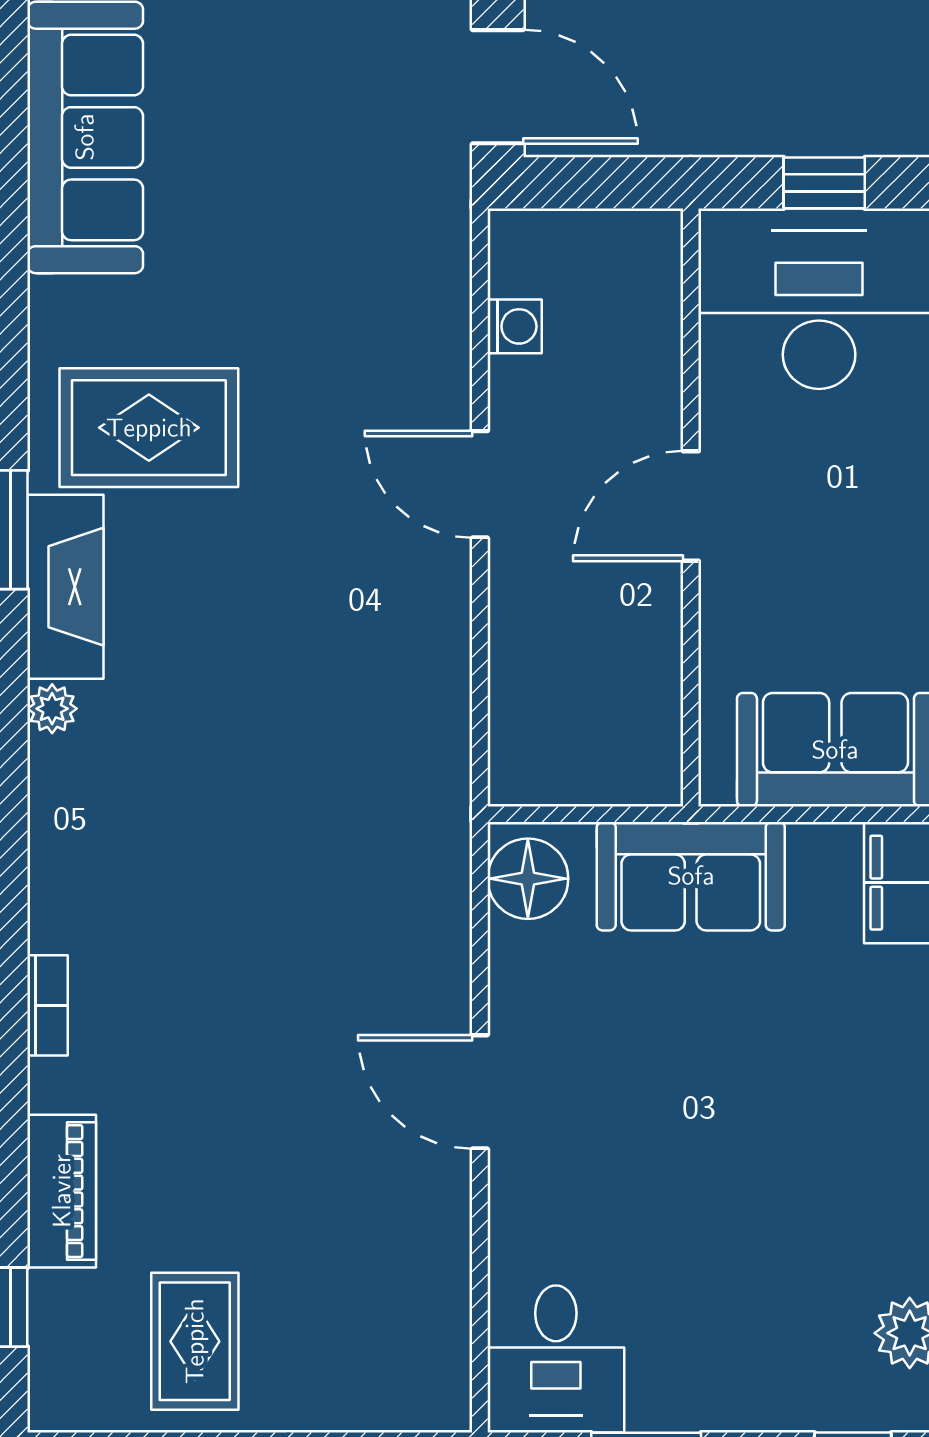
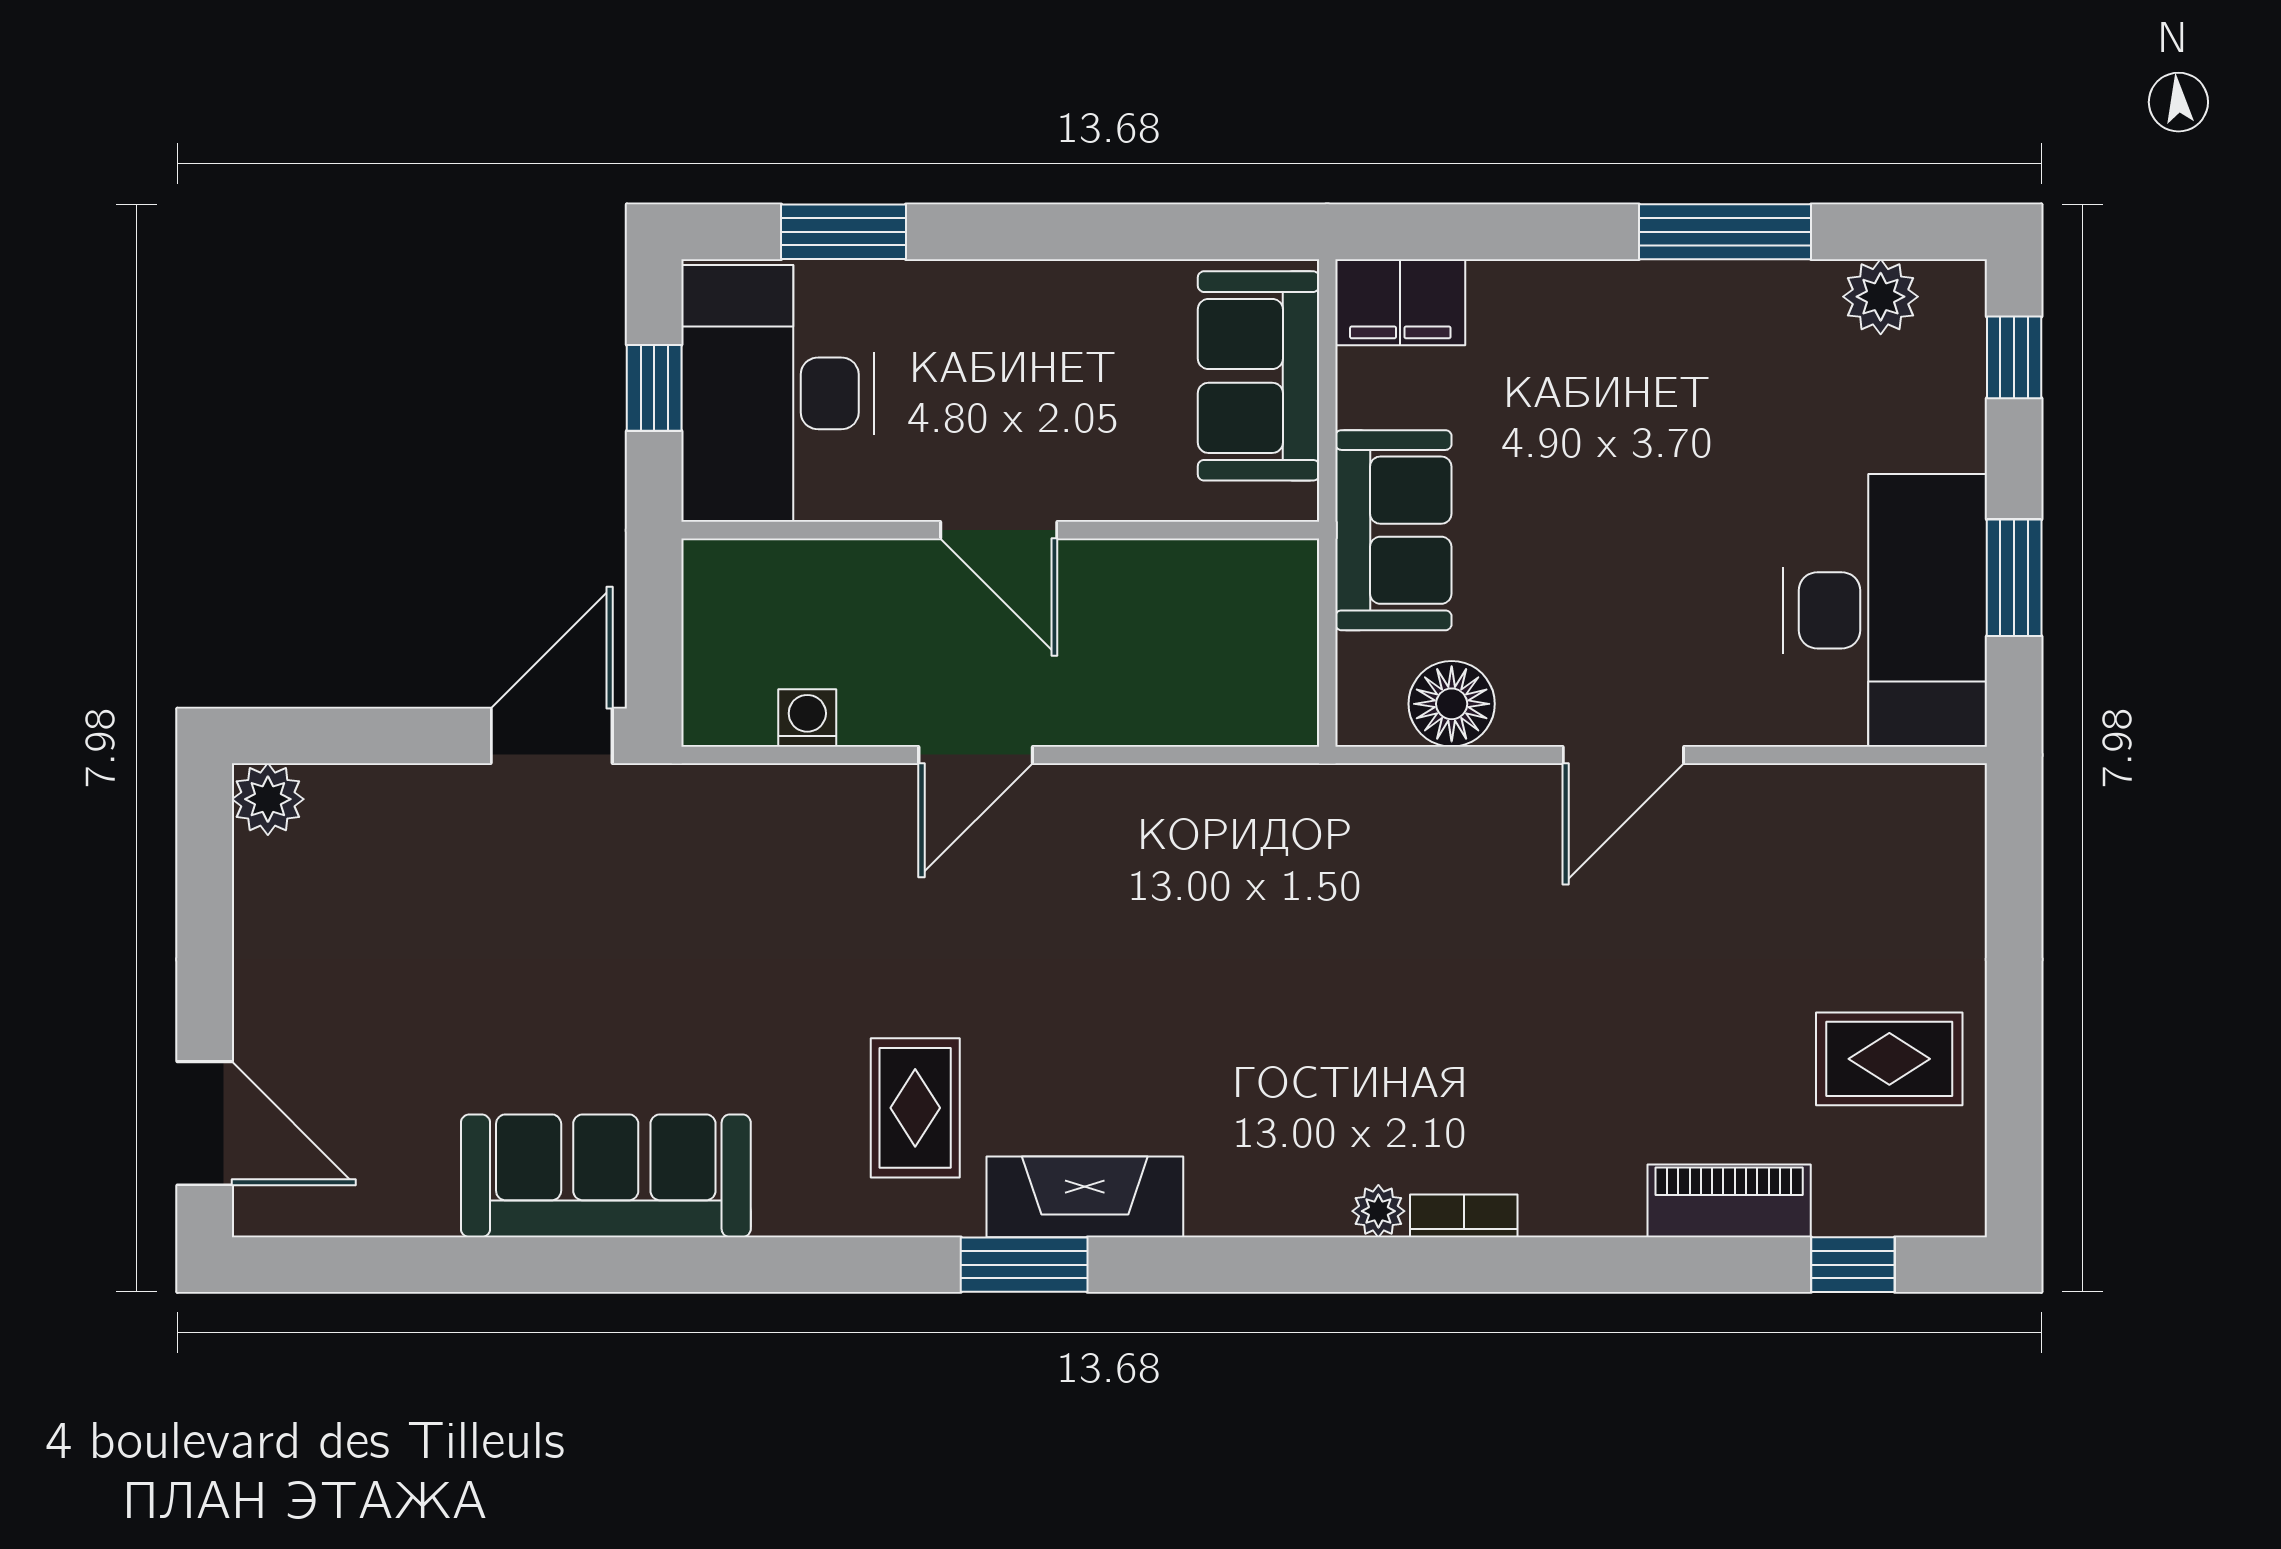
rug: (149, 428) -> (915, 1108), width x0.73, depth x0.70
plant: (52, 709) -> (1378, 1211), moved
floor lamp: (528, 879) -> (1452, 704), moved
bookcase: (48, 1005) -> (1464, 1216), moved
desk: (556, 1359) -> (1885, 610), width x1.87, depth x1.30

